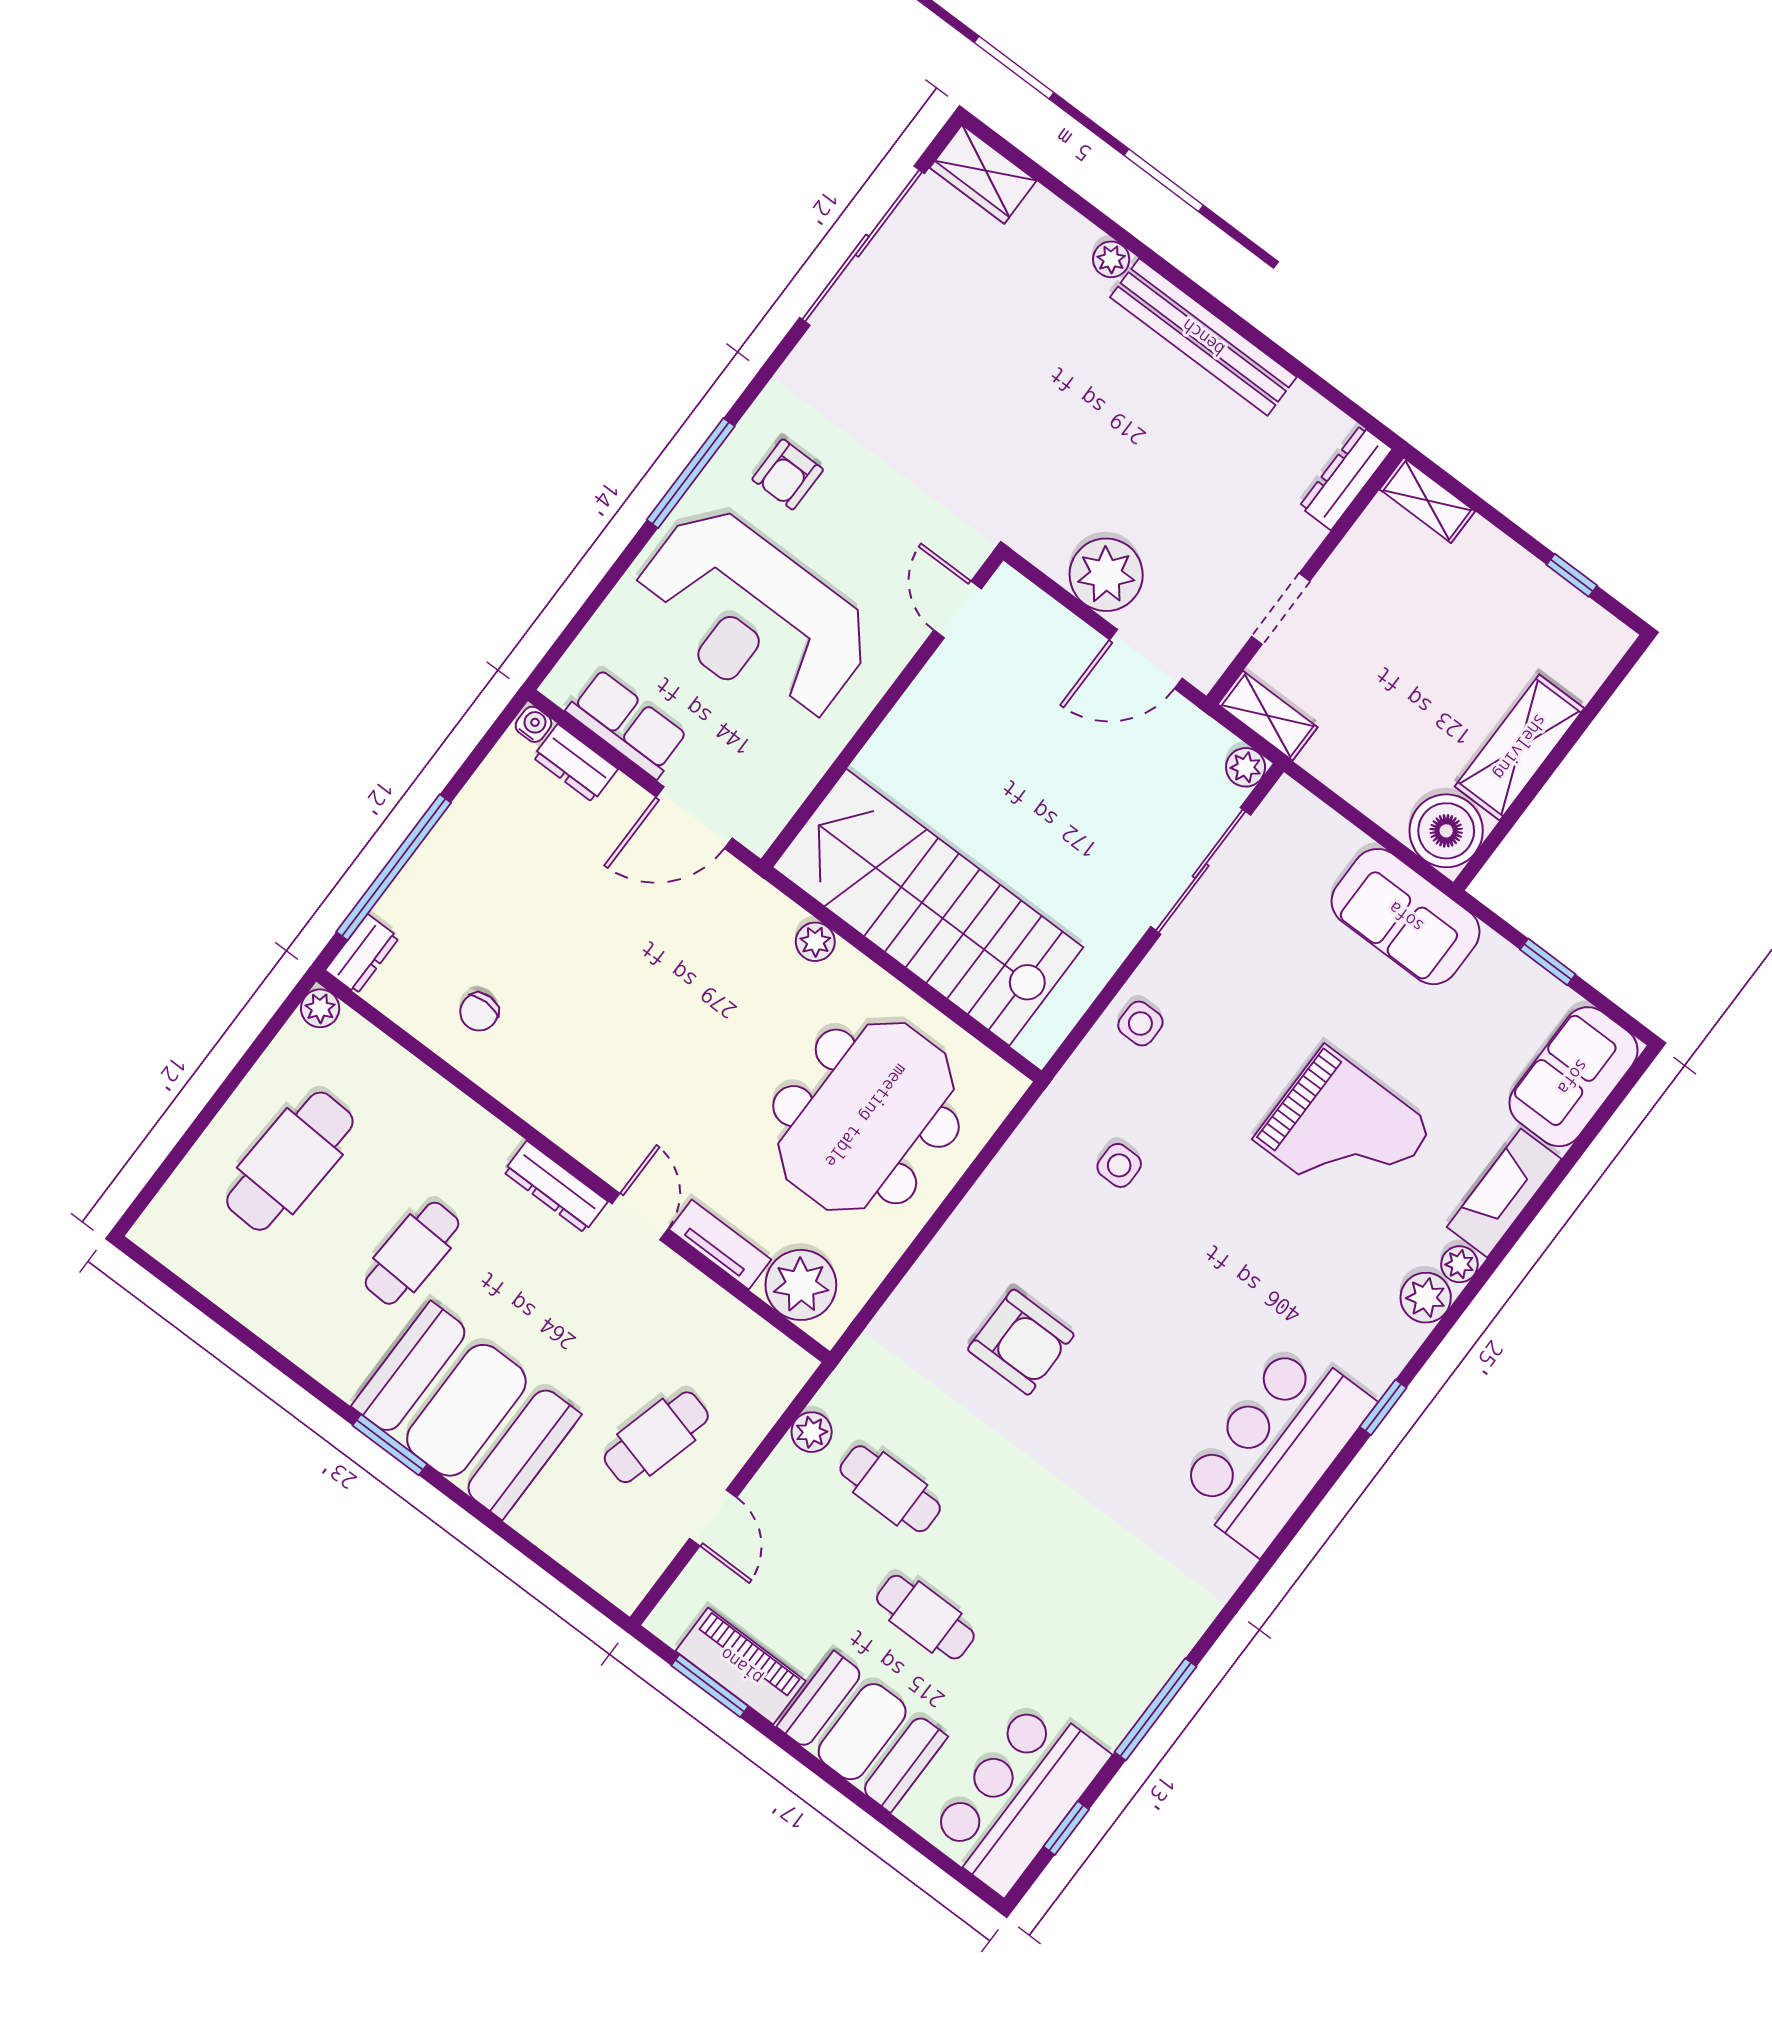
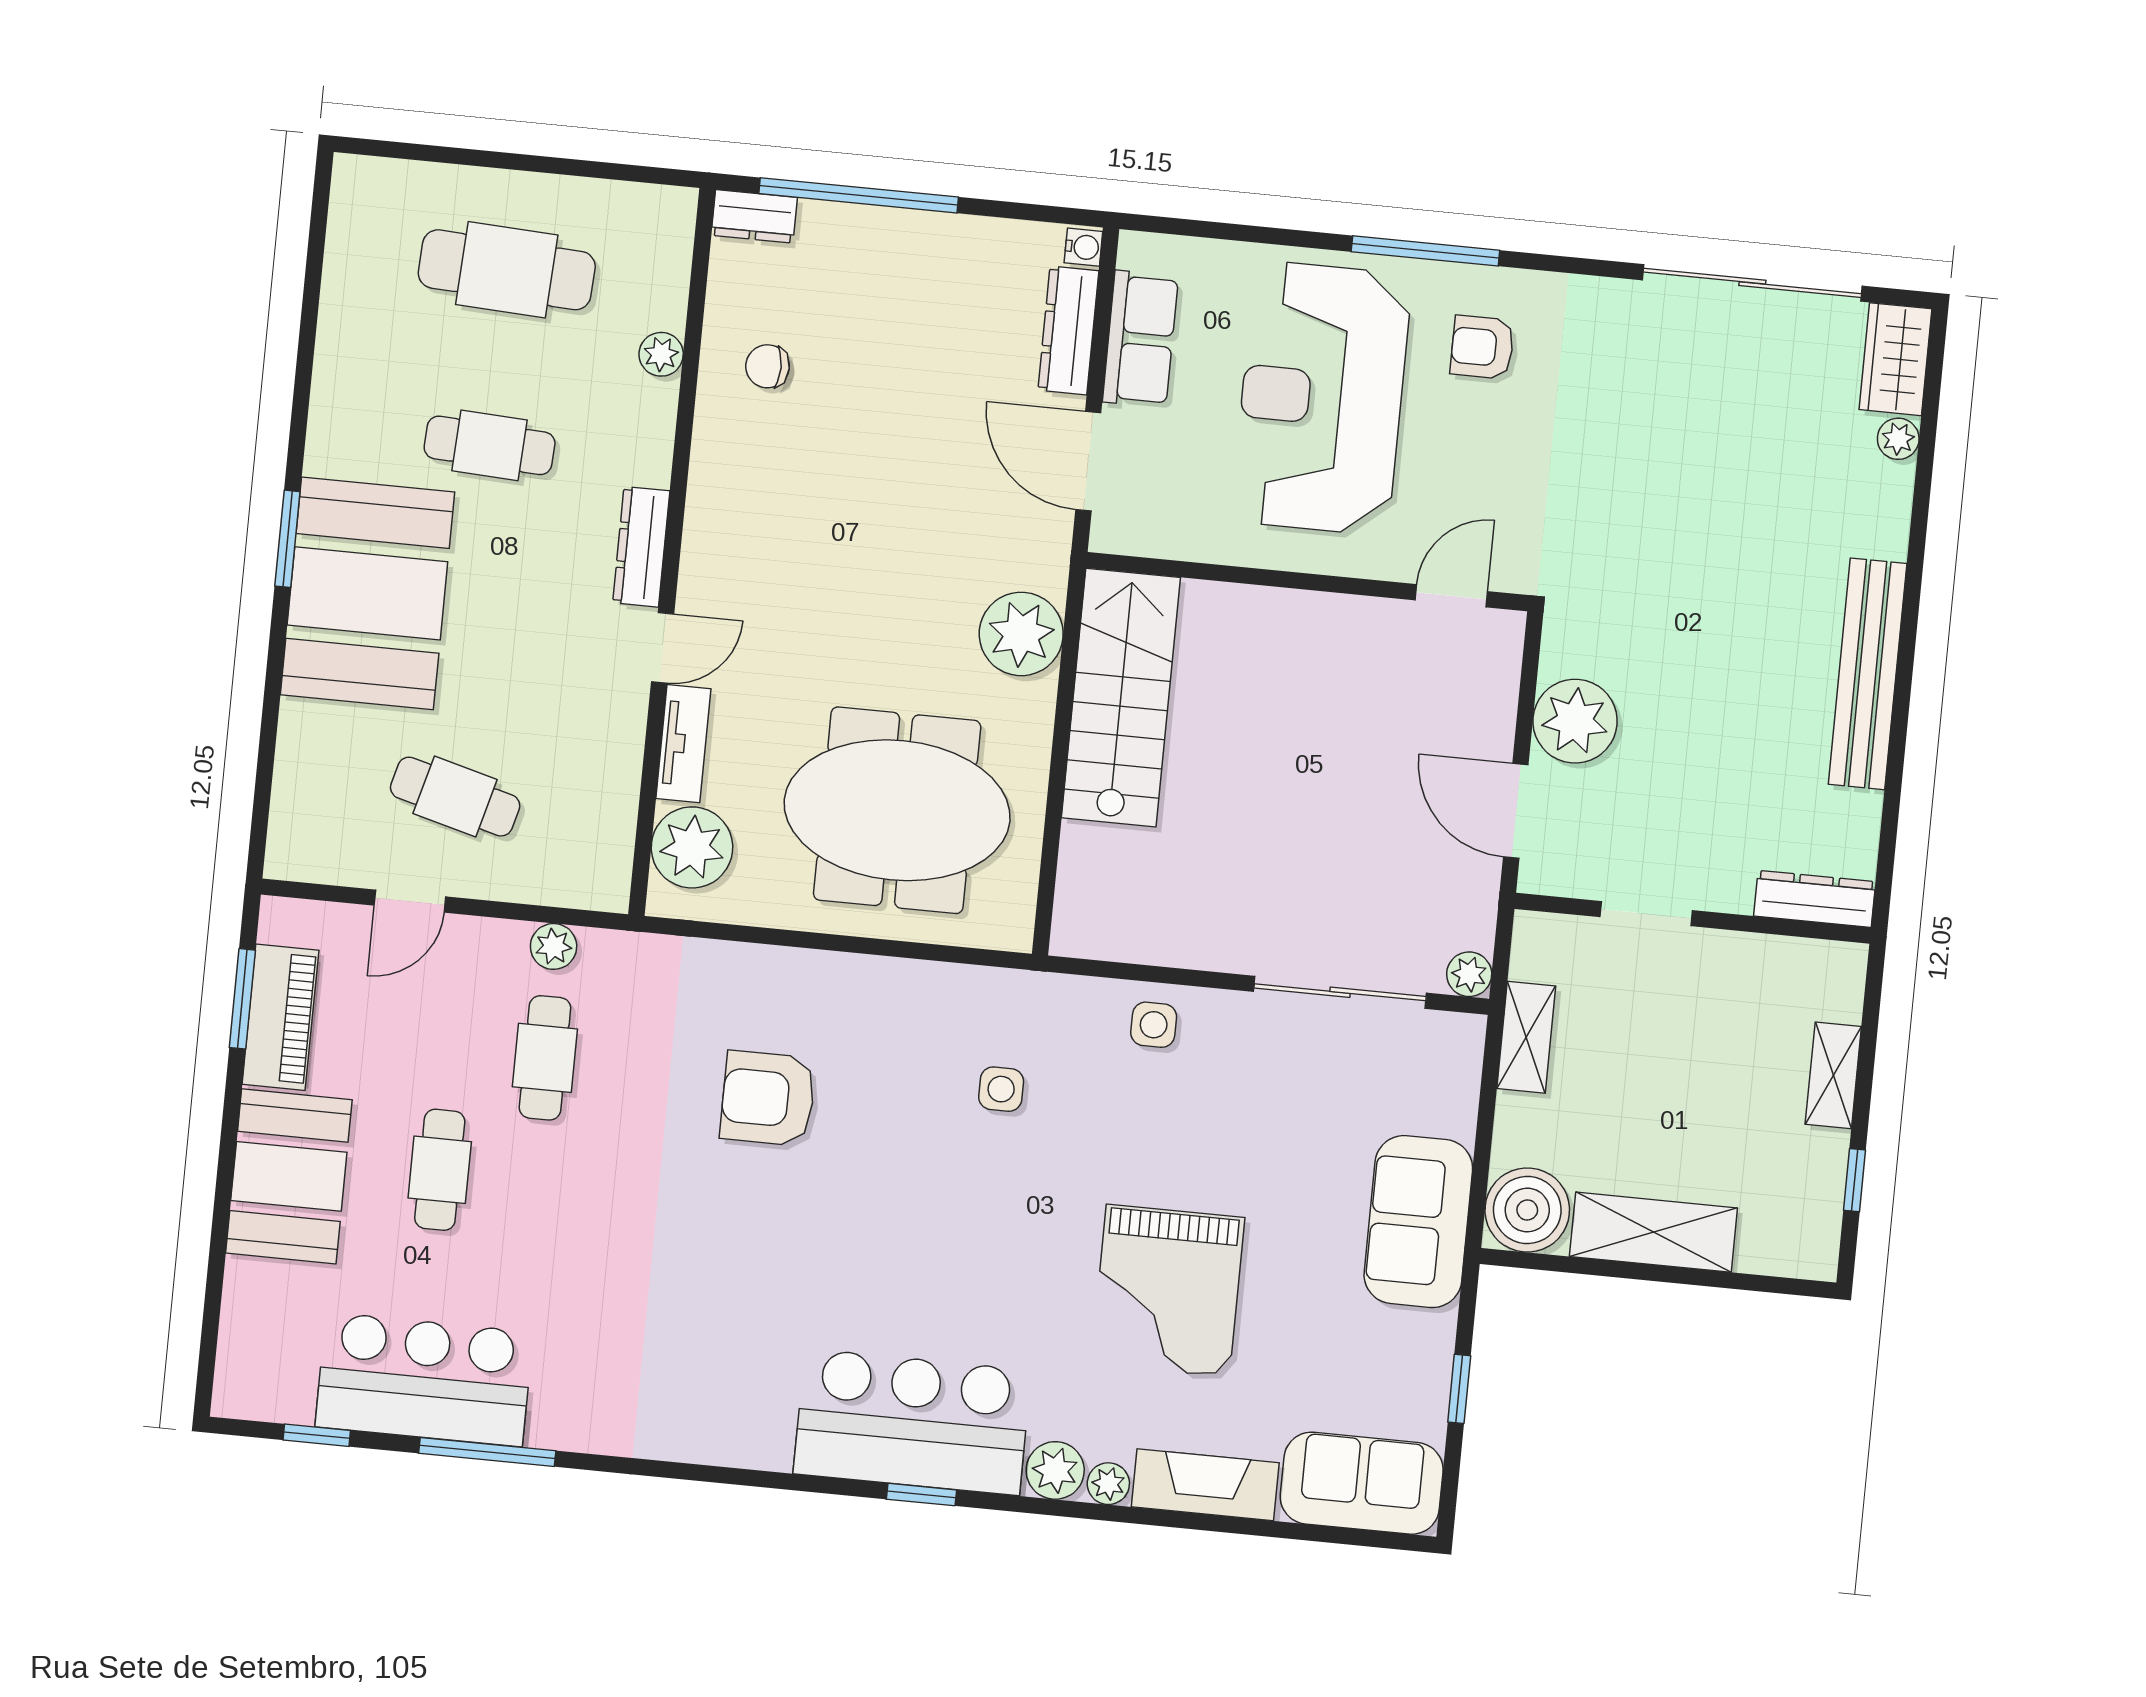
plant: (1111, 259) -> (1898, 439), moved
shelving: (1427, 500) -> (1833, 1075), moved
shelving: (1268, 716) -> (1526, 1037), moved
dresser: (575, 763) -> (1068, 330), width x1.44
stairs: (928, 907) -> (1121, 698), width x0.73, depth x0.66
plant: (815, 942) -> (1021, 634), width x1.87, depth x1.87
plant: (320, 1008) -> (661, 354), moved
armchair: (1021, 1342) -> (768, 1098), turned 90
bar counter: (1275, 1448) -> (912, 1422), moved
bar counter: (1018, 1796) -> (424, 1379), moved

